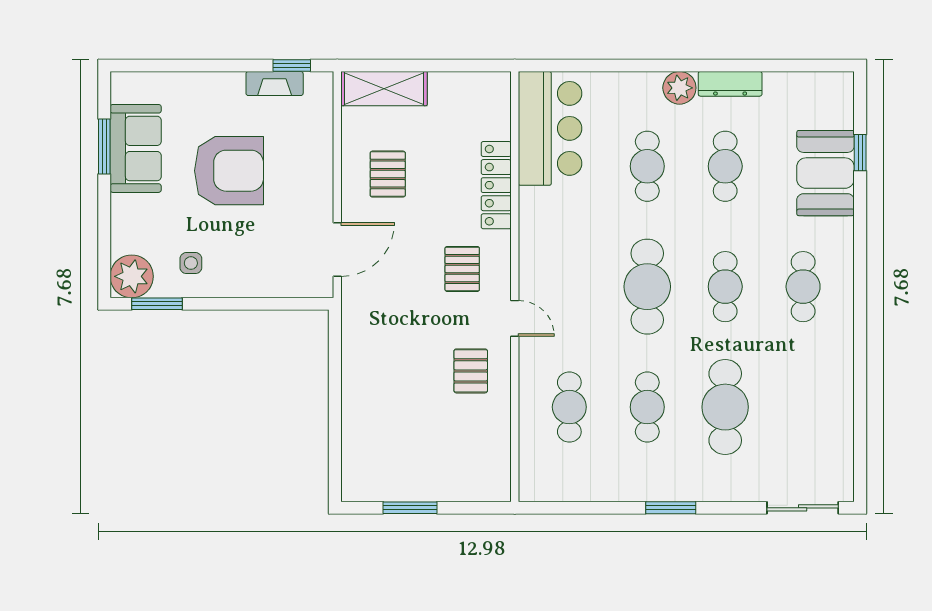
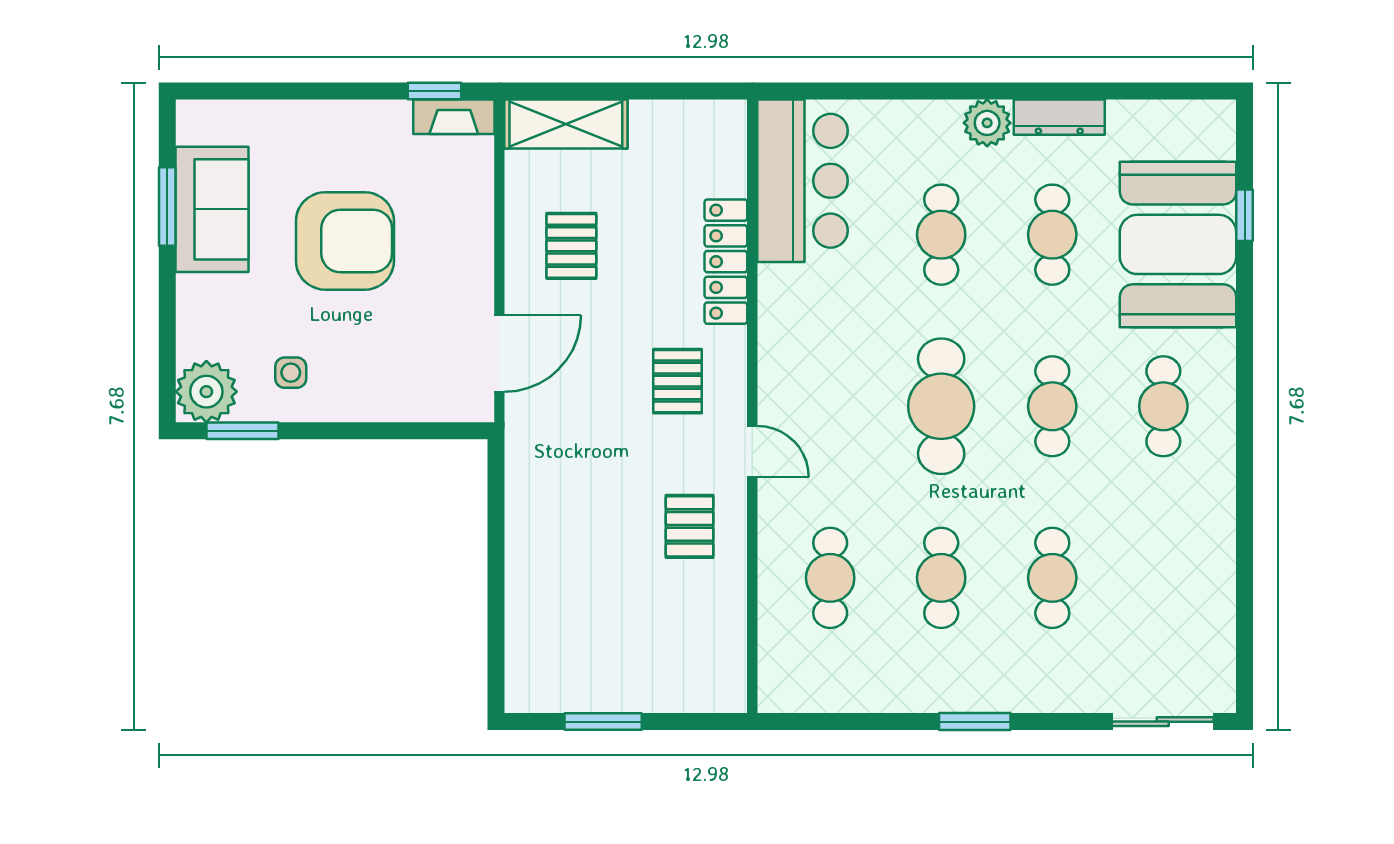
fireplace: (275, 83) -> (454, 117), moved
booth: (826, 173) -> (1178, 244), width x1.36, depth x1.42
cafe table: (725, 407) -> (1052, 578), width x0.73, depth x0.74

